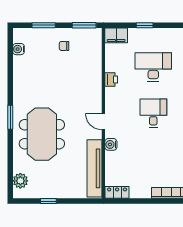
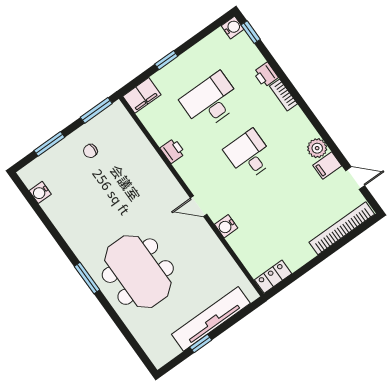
tv unit: (94, 168) -> (211, 319), moved, turned 90
plant: (20, 181) -> (151, 343), removed

